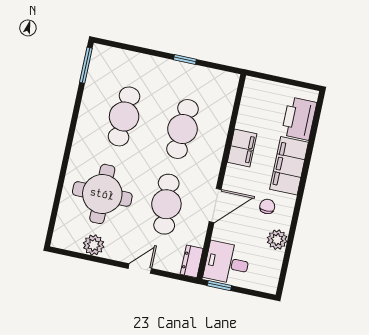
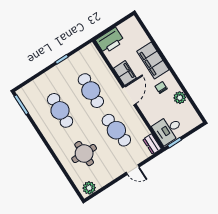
printer: (299, 119) -> (110, 41), moved, turned -90
round table: (102, 194) -> (84, 154), width x0.73, depth x0.73
door: (215, 205) -> (129, 96), moved
plant: (94, 245) -> (89, 188), moved
door: (140, 269) -> (133, 170), swing flipped

